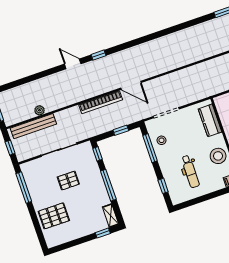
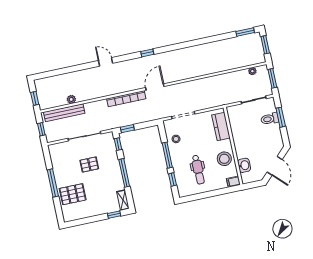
window: (98, 55) -> (147, 53), moved
door: (131, 85) -> (155, 87), swing flipped
window: (121, 130) -> (127, 129), moved
window: (150, 148) -> (167, 155), moved
window: (24, 187) -> (53, 183), moved

